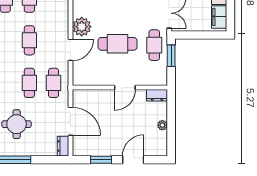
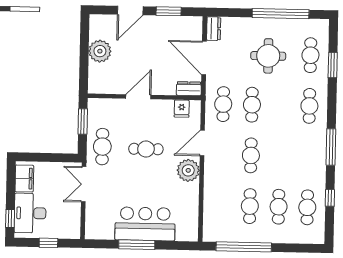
cafe table: (118, 44) -> (146, 149), width x0.73, depth x0.74
window: (171, 56) -> (83, 121), moved
fridge: (88, 78) -> (182, 109), added
dresser: (157, 95) -> (189, 89), moved
plant: (162, 125) -> (100, 51), width x1.88, depth x1.88

